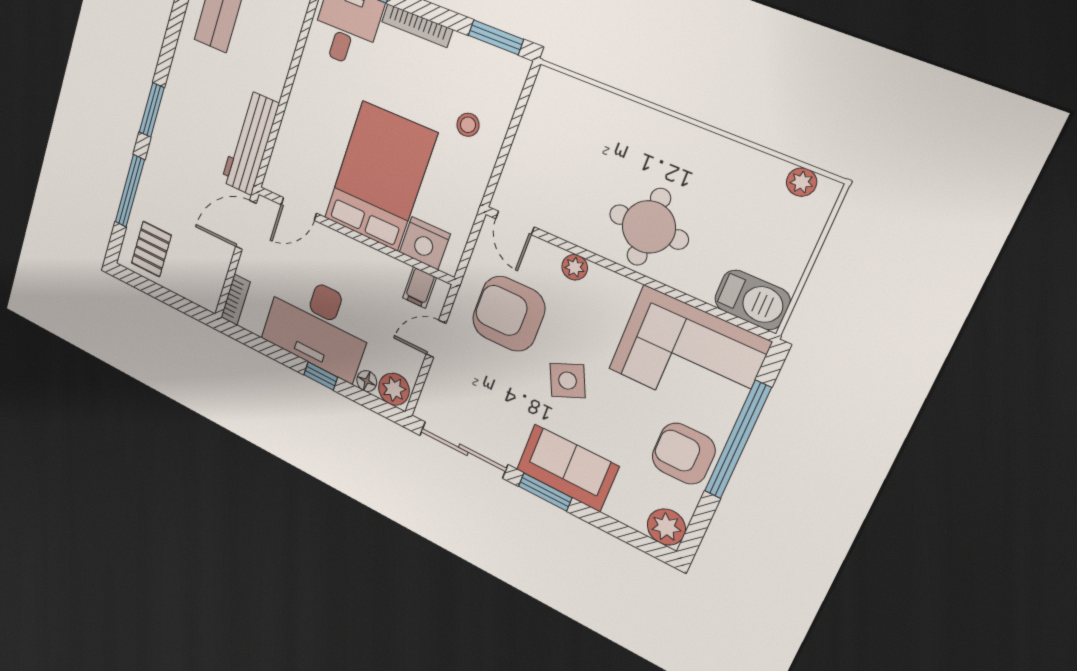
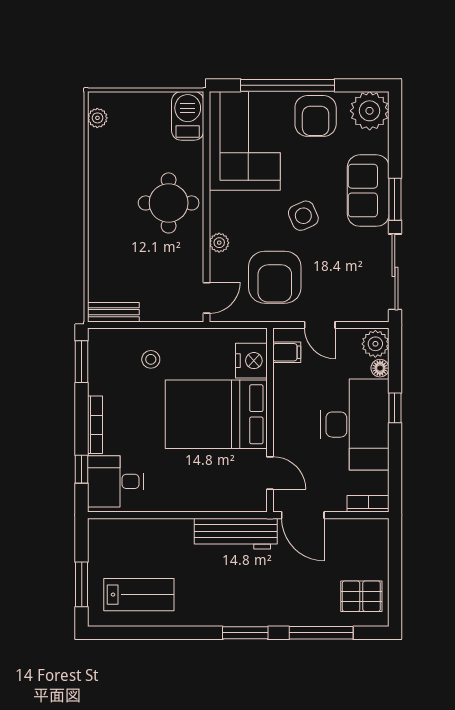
bench: (540, 101) -> (113, 312), added
plant: (666, 527) -> (370, 111), width x1.36, depth x1.36

